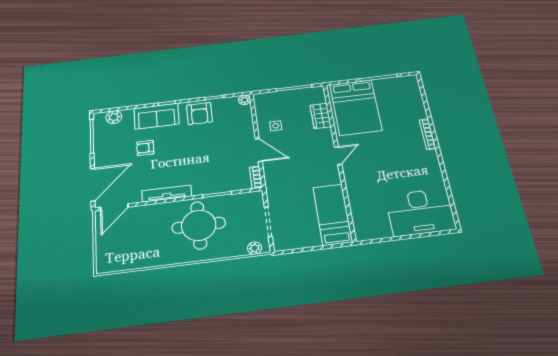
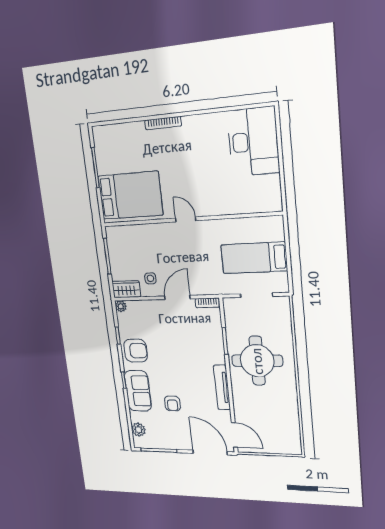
wardrobe: (320, 116) -> (126, 289), moved, turned 180
bed: (333, 214) -> (254, 258), moved
plant: (255, 248) -> (284, 311), removed

